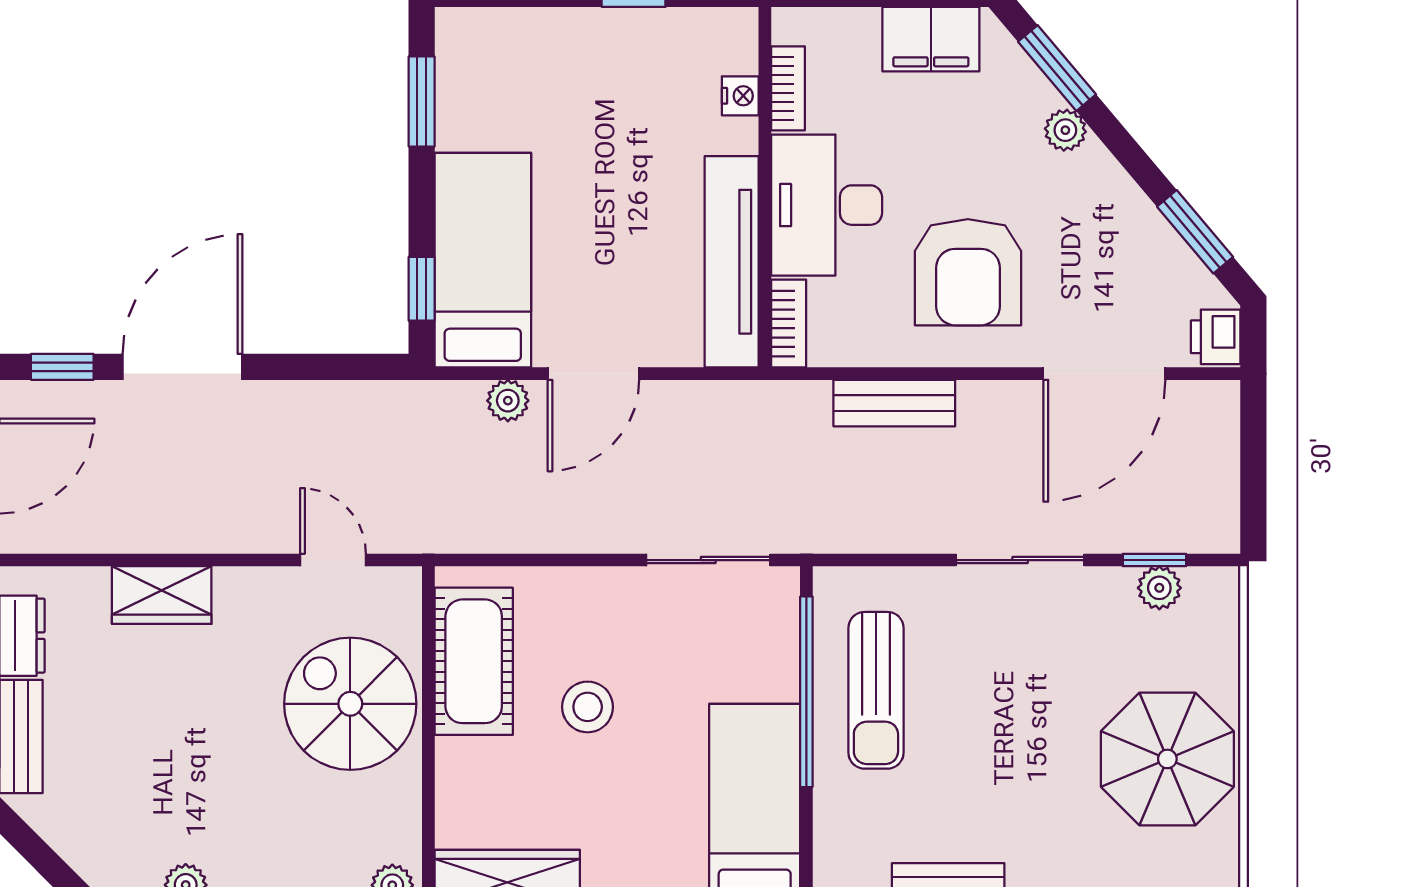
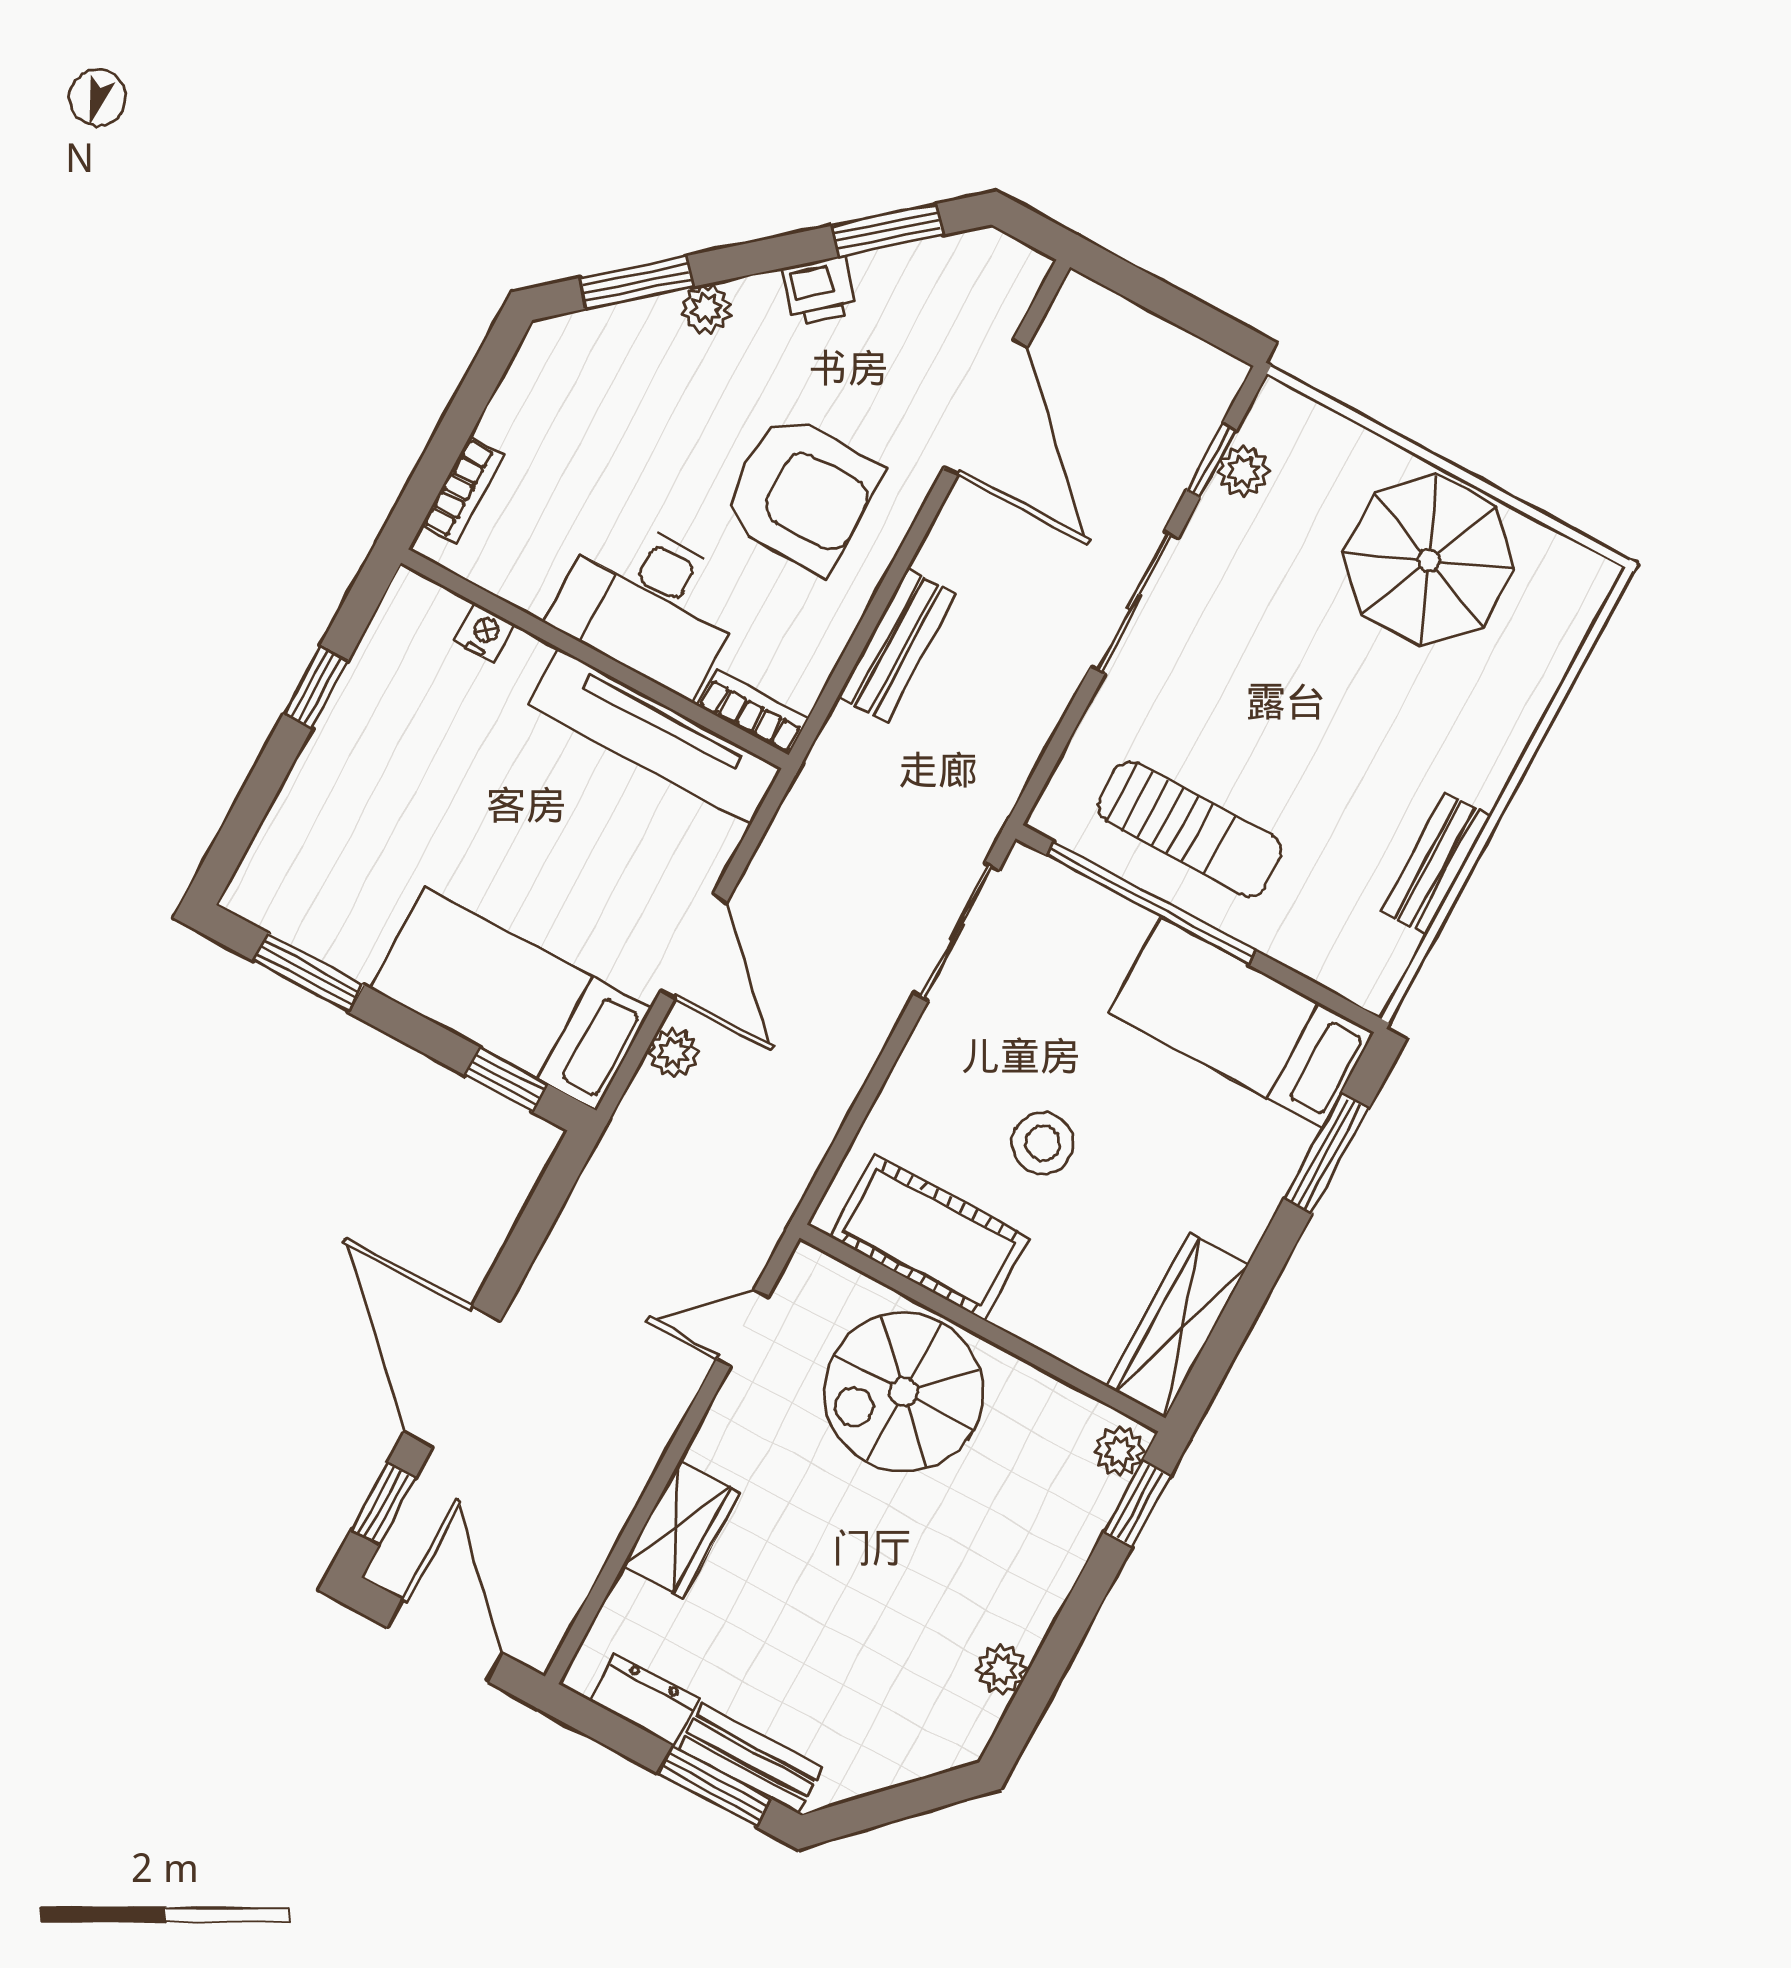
filing cabinet: (931, 39) -> (533, 399), removed
bookcase: (788, 88) -> (463, 490), moved, turned 90
printer: (1216, 337) -> (819, 290), moved, turned -40

